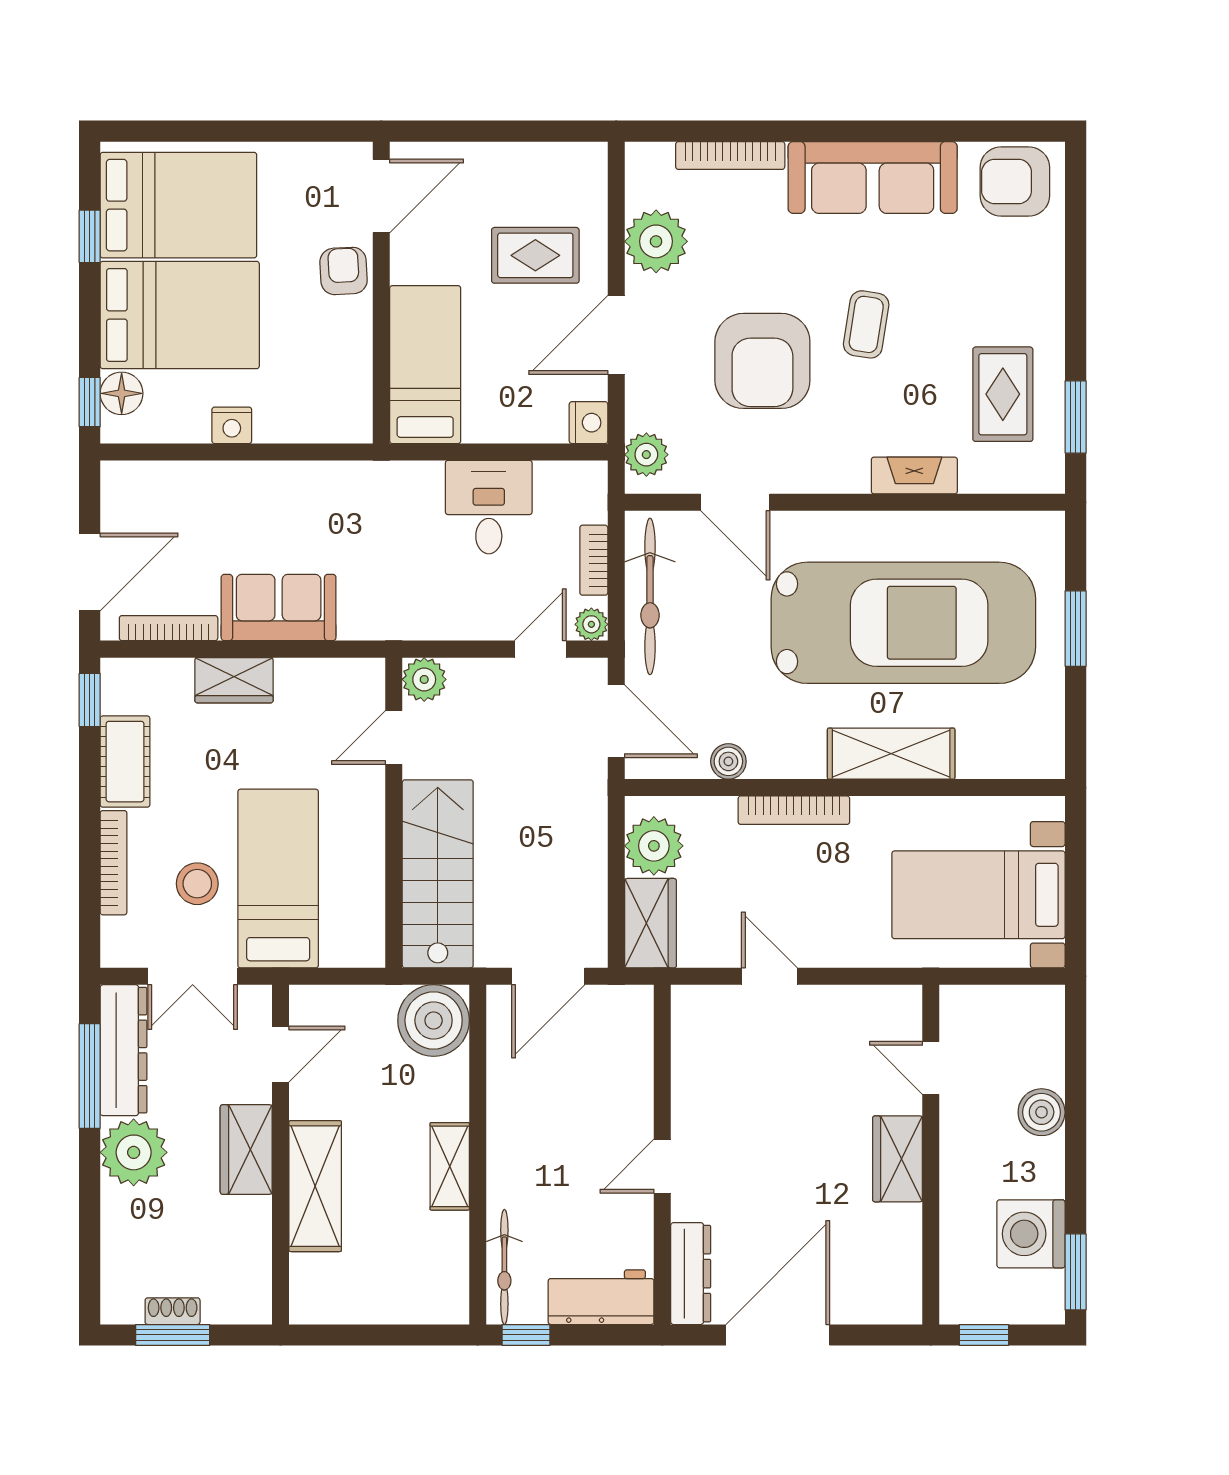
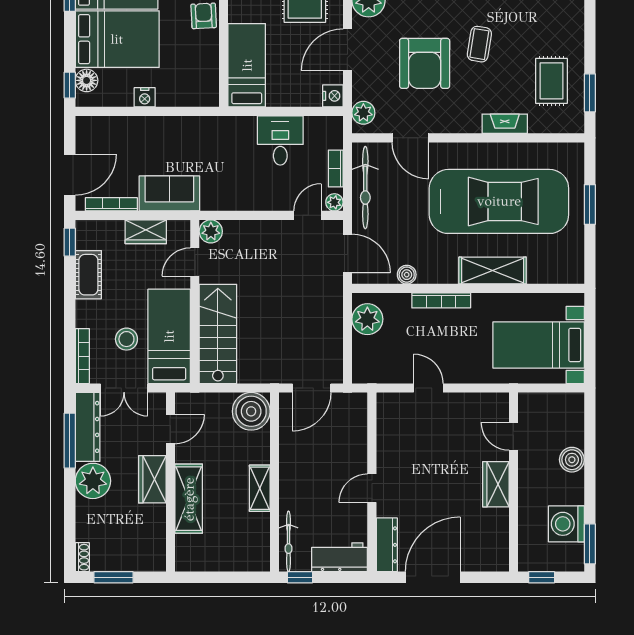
plant: (424, 679) -> (211, 231), moved
door: (394, 738) -> (195, 262), moved
wall: (394, 813) -> (195, 302), moved
bookcase: (114, 863) -> (82, 356), moved
stairs: (438, 874) -> (218, 334), moved
wardrobe: (651, 923) -> (366, 360), removed
shoe rack: (173, 1311) -> (82, 557), moved, turned 90

